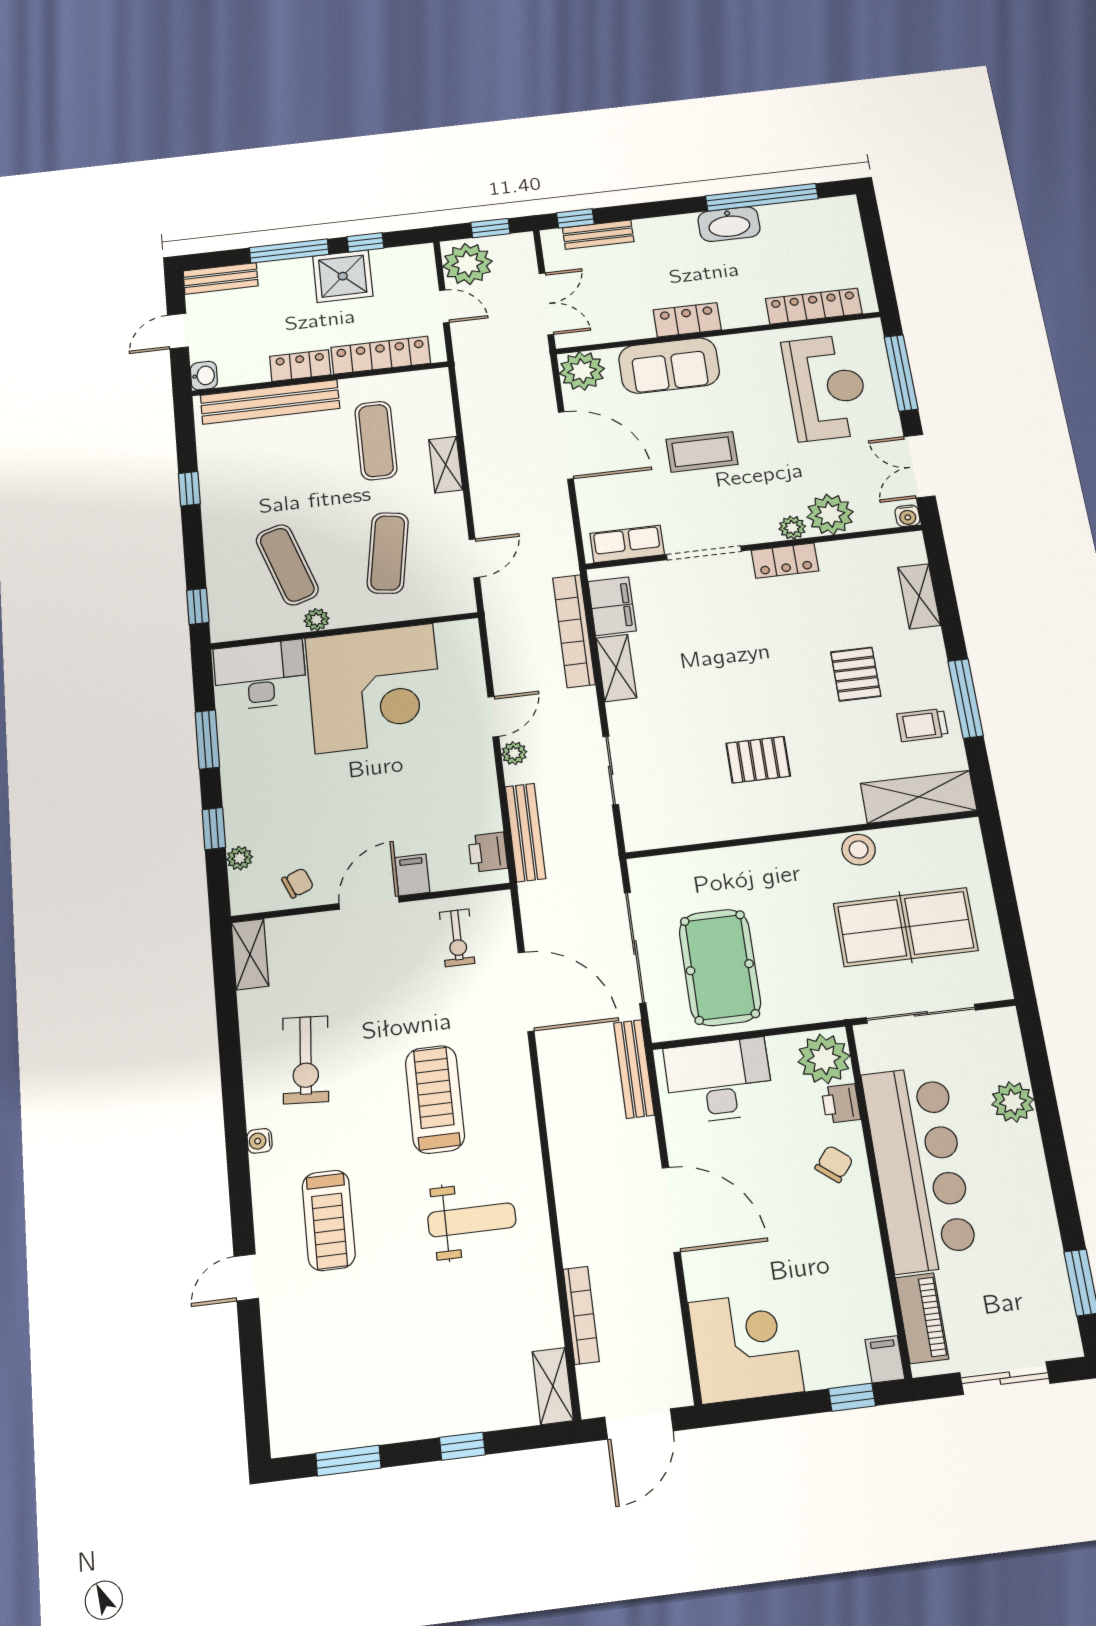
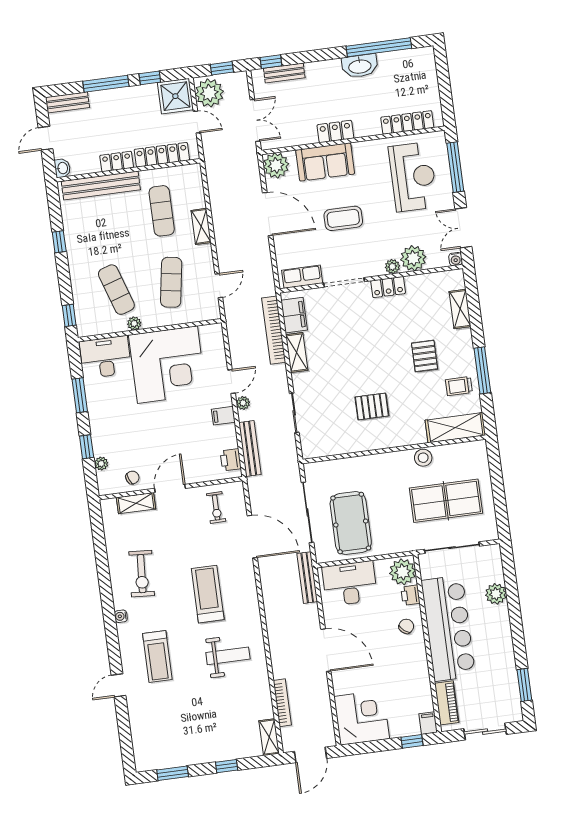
shower: (343, 276) -> (175, 96), moved
filing cabinet: (412, 875) -> (223, 416), moved, turned -90
shelving: (250, 954) -> (136, 503), moved, turned 90

